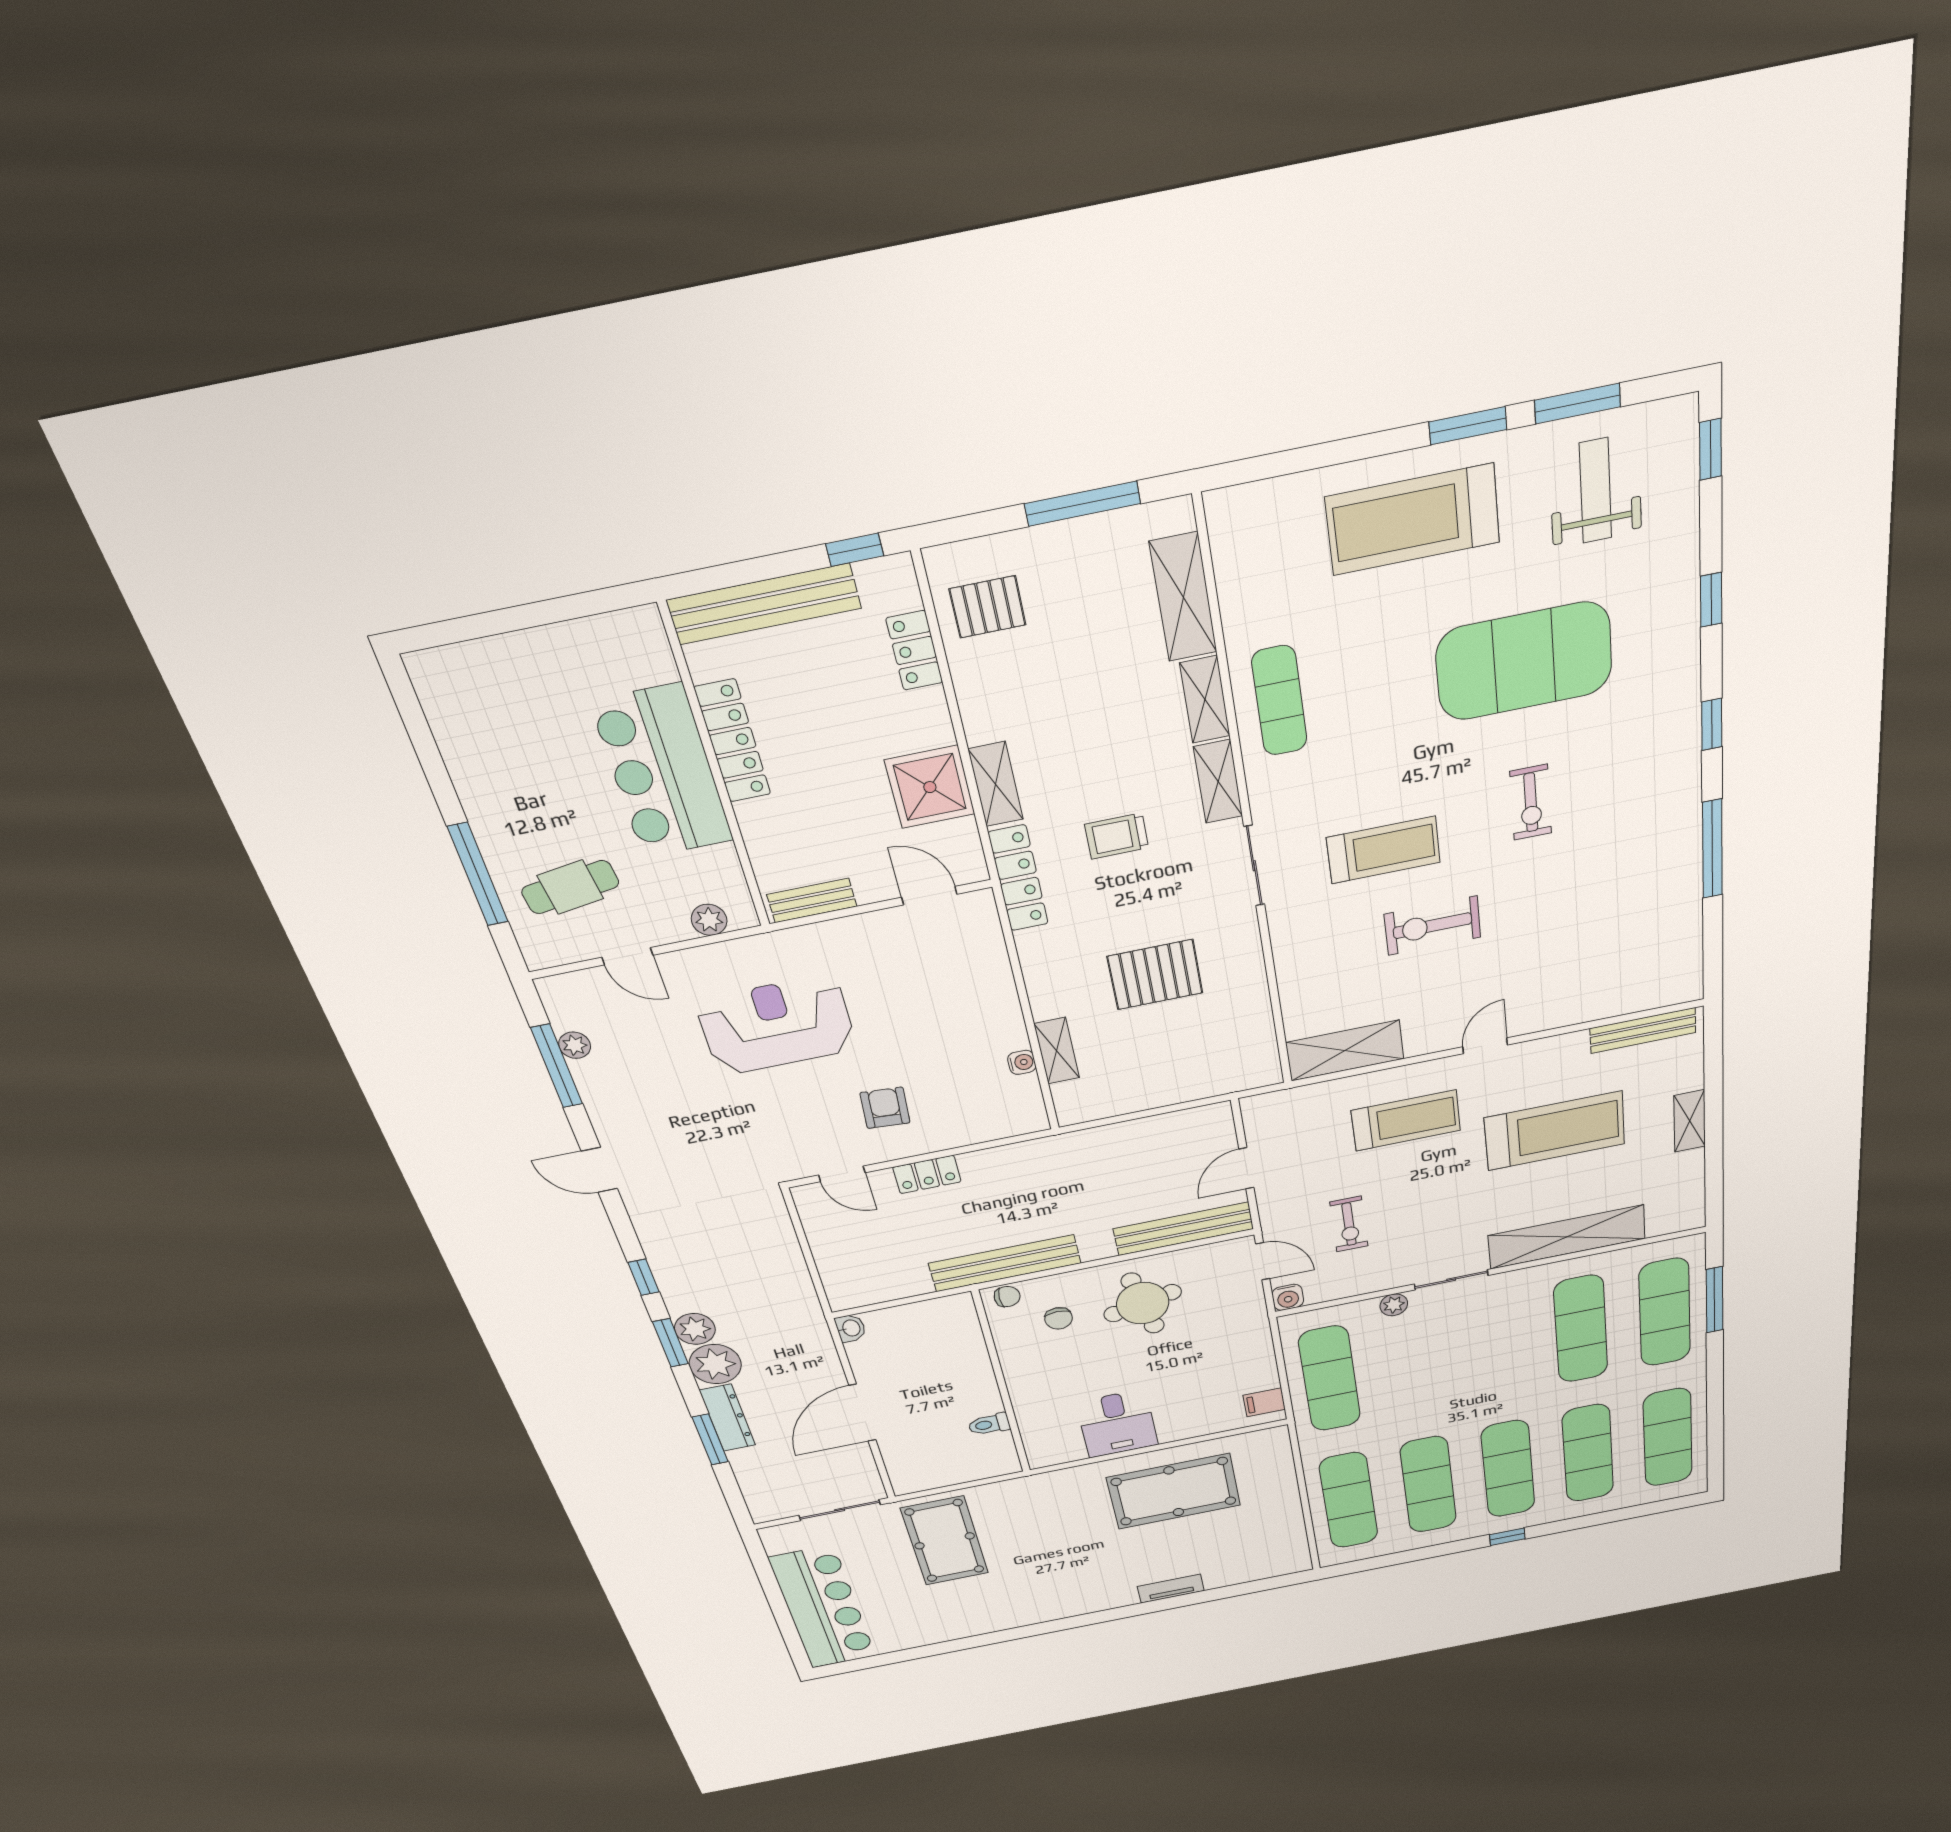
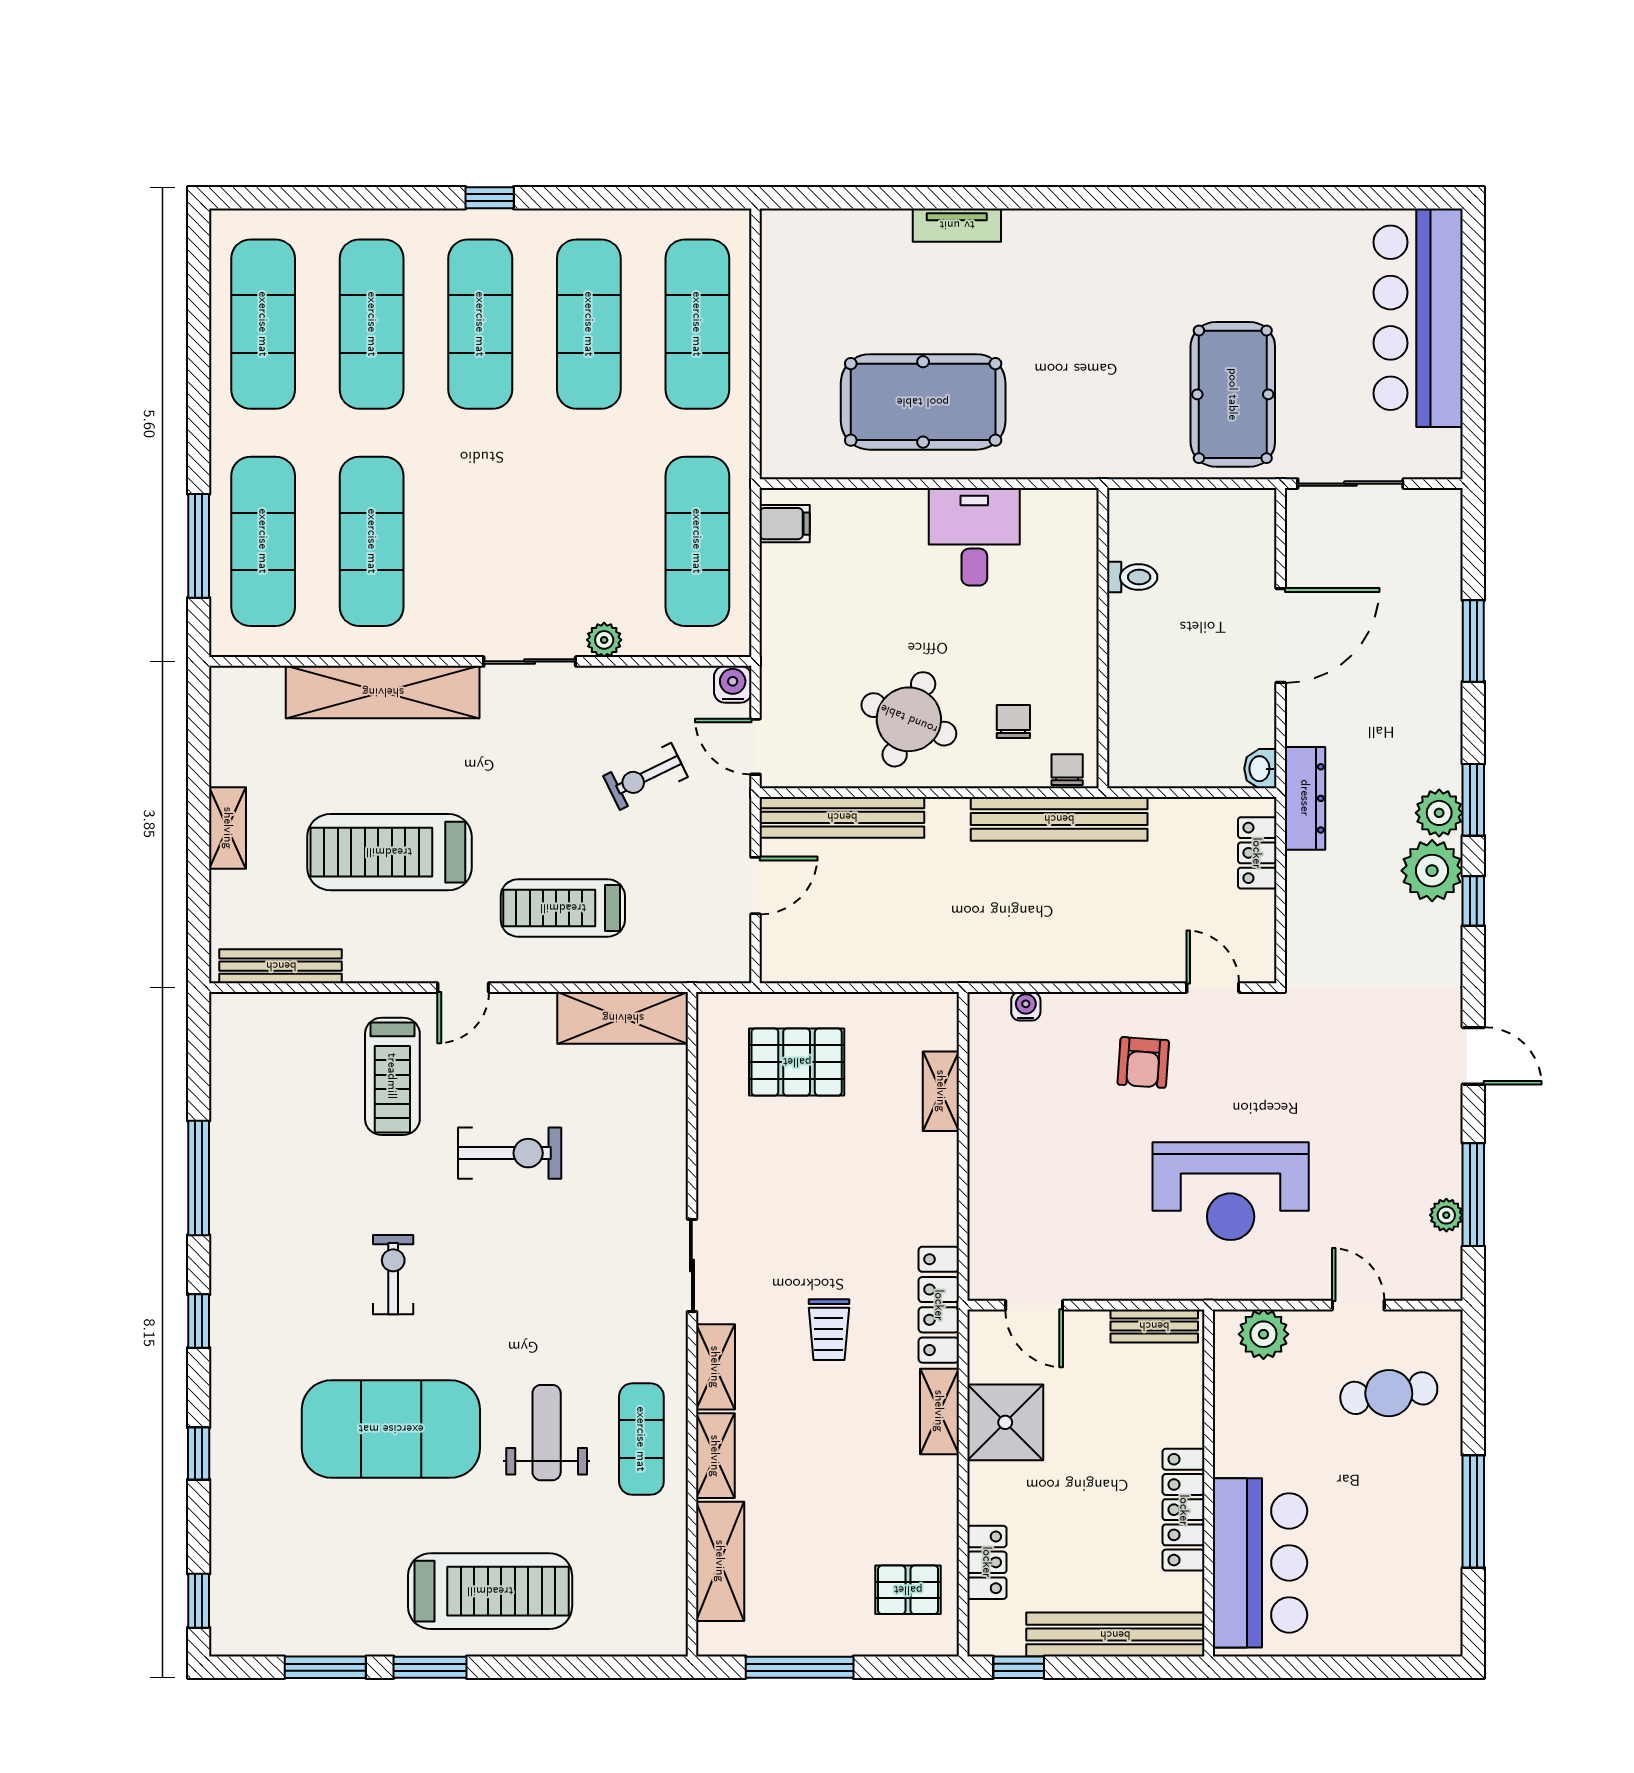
weight bench: (1595, 491) -> (547, 1433), moved, turned 180
bar counter: (662, 772) -> (1260, 1563), moved
trolley: (1117, 836) -> (829, 1330), turned 90
treadmill: (1383, 850) -> (392, 1076), moved, turned -90
window: (478, 874) -> (1473, 1512), moved
plant: (709, 920) -> (1263, 1334), width x1.38, depth x1.38
pallet: (1155, 975) -> (797, 1062), moved
water cooler: (1022, 1062) -> (1026, 1006), moved, turned 90
locker: (927, 1174) -> (1257, 853), moved, turned -90
exercise bike: (1349, 1224) -> (645, 776), turned -116
chair: (1007, 1297) -> (1067, 770), turned 90
round table: (1143, 1303) -> (909, 719), turned 34
plant: (715, 1364) -> (1432, 871), moved
dresser: (728, 1418) -> (1305, 798), moved, turned 180

